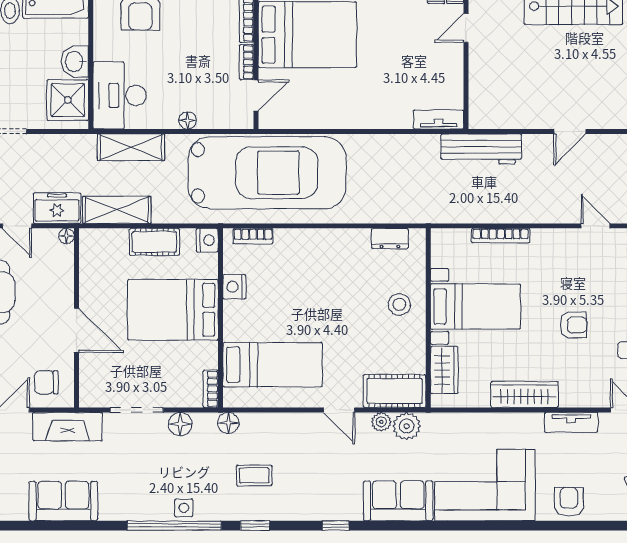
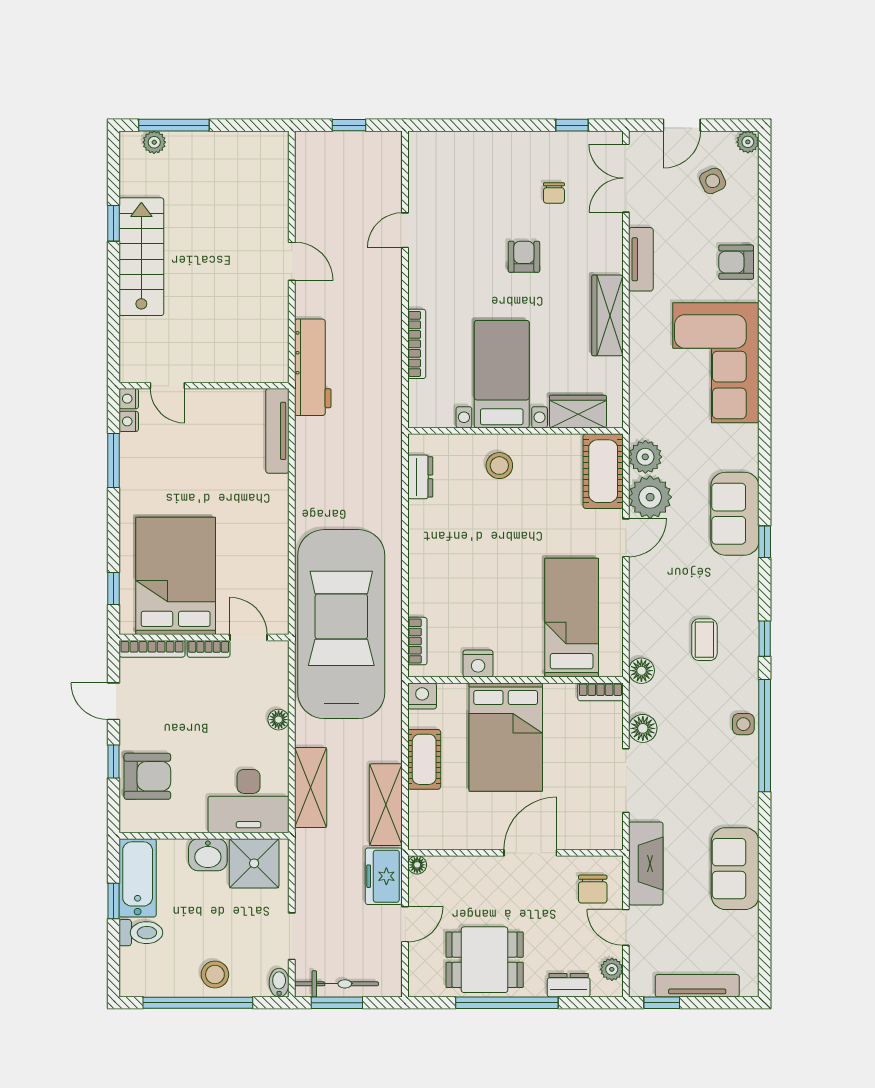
tv unit: (438, 120) -> (277, 431), width x1.41
plant: (381, 422) -> (650, 497), width x1.87, depth x1.87
sofa: (398, 501) -> (735, 514), moved

